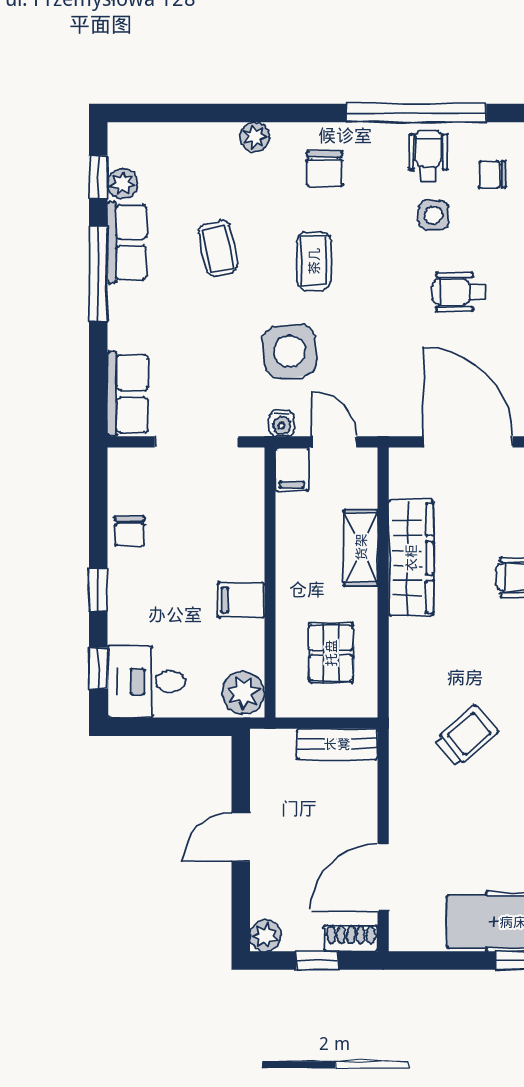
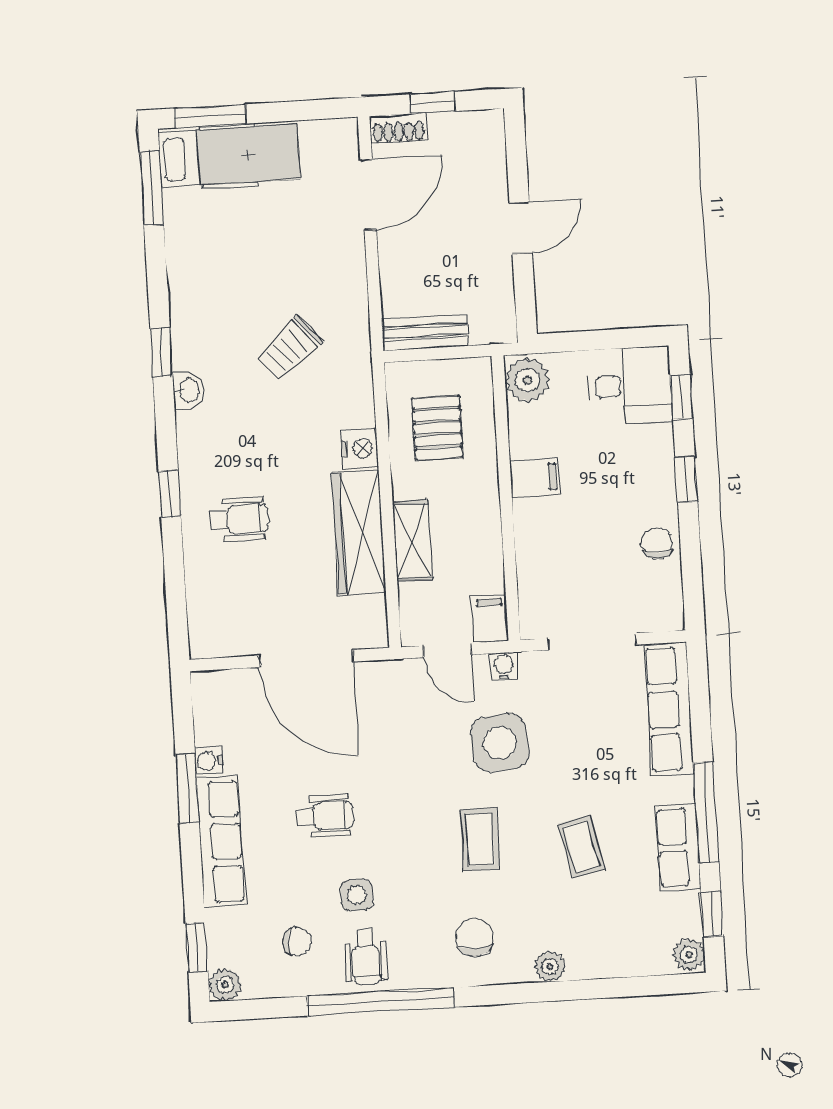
plant: (123, 183) -> (689, 954), moved
row of seats: (128, 394) -> (669, 709), width x1.48
nightstand: (406, 638) -> (359, 448), added
plant: (266, 936) -> (489, 126), removed

